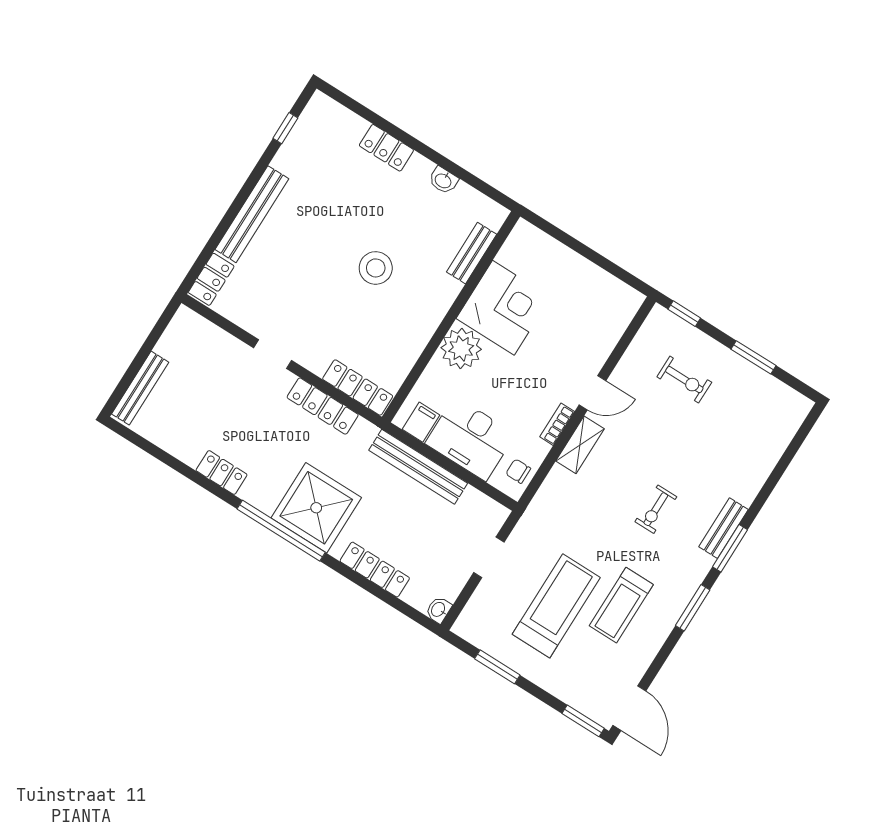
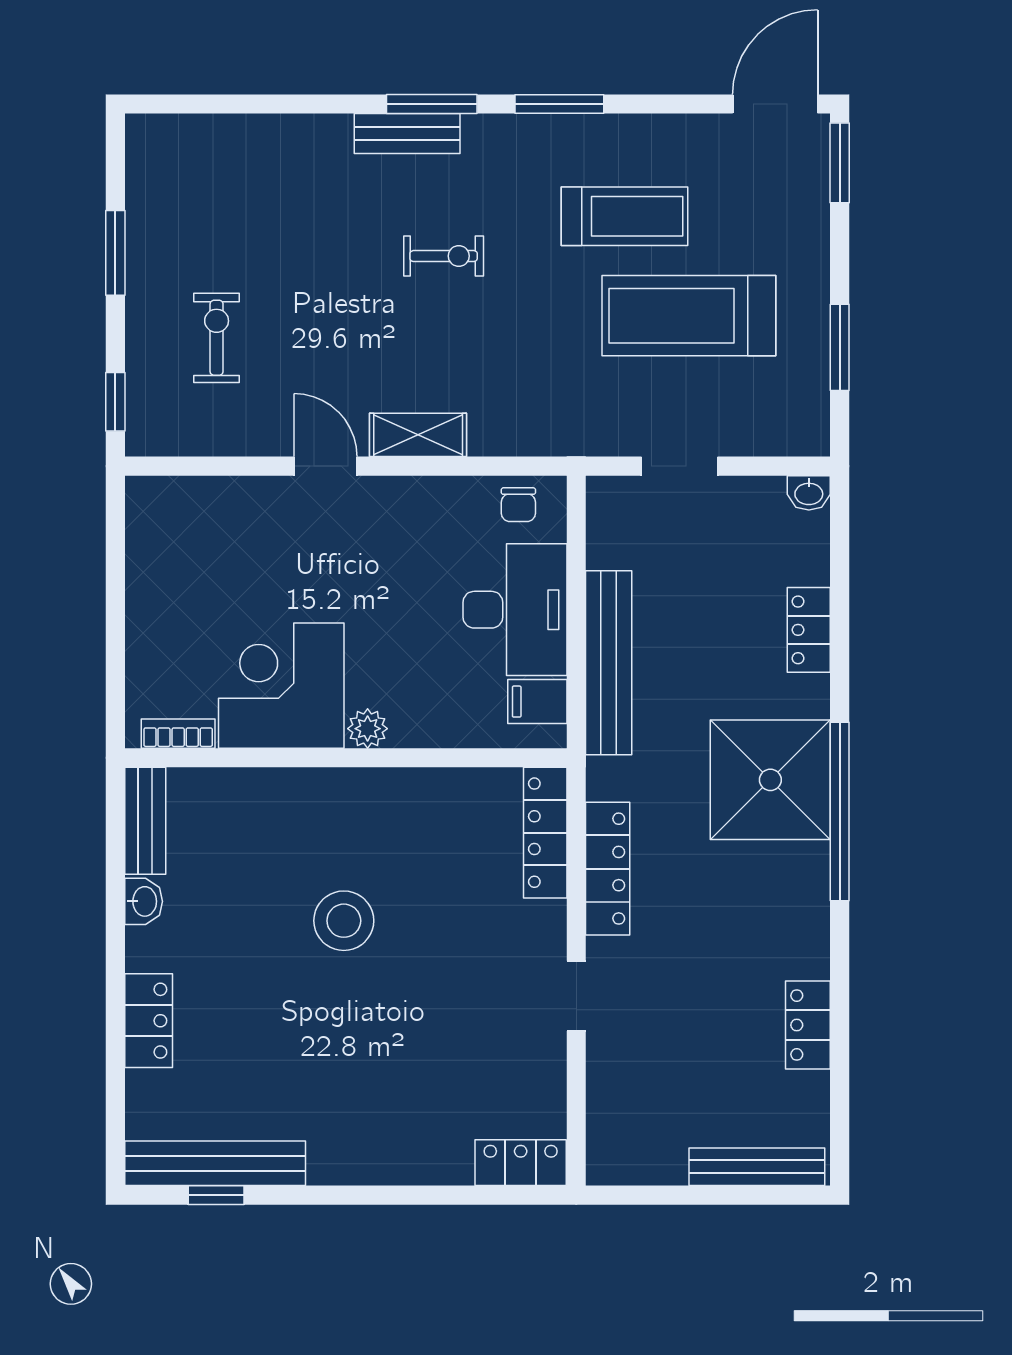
bench: (252, 214) -> (215, 1163), moved
bench: (472, 253) -> (145, 821), moved, turned 90
plant: (461, 349) -> (368, 729), width x0.53, depth x0.53
bookcase: (557, 424) -> (178, 734), moved, turned 180
locker: (222, 473) -> (808, 1025), moved
locker: (375, 570) -> (809, 630), width x0.66

